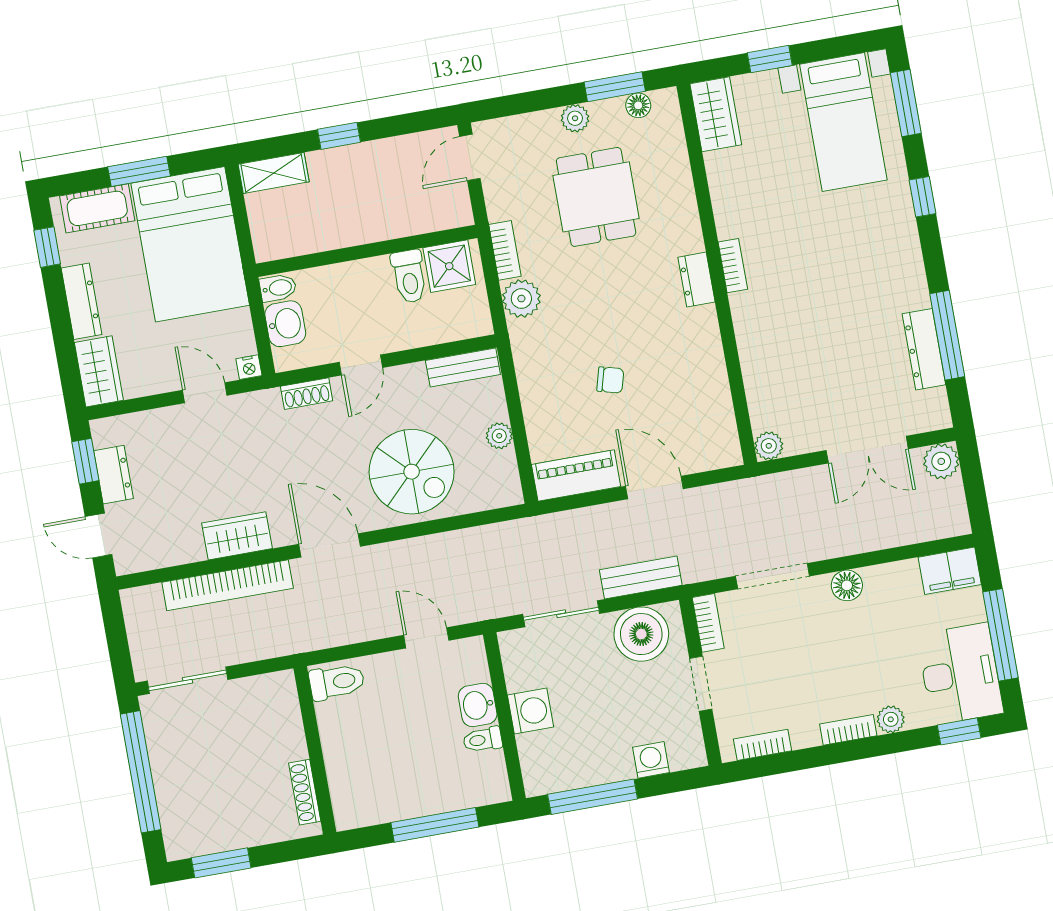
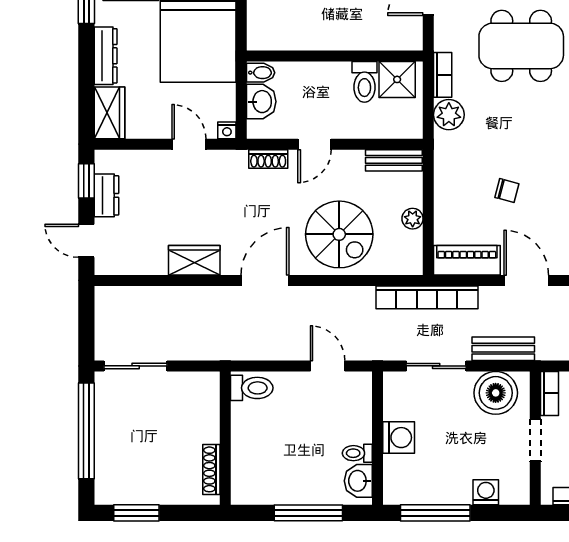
dining table: (596, 197) -> (521, 46), width x1.37
door: (330, 545) -> (265, 280), hinge flipped
bookcase: (228, 585) -> (427, 297), moved
washbasin: (478, 705) -> (358, 481), moved

